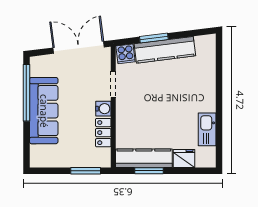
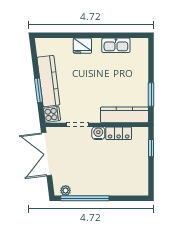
plant: (36, 70) -> (66, 190), added
sofa: (44, 111) -> (100, 184), removed
kitchen counter: (144, 158) -> (124, 115), moved, turned 90
fridge: (184, 159) -> (82, 46), moved, turned -90
window: (86, 171) -> (151, 148), width x0.67

